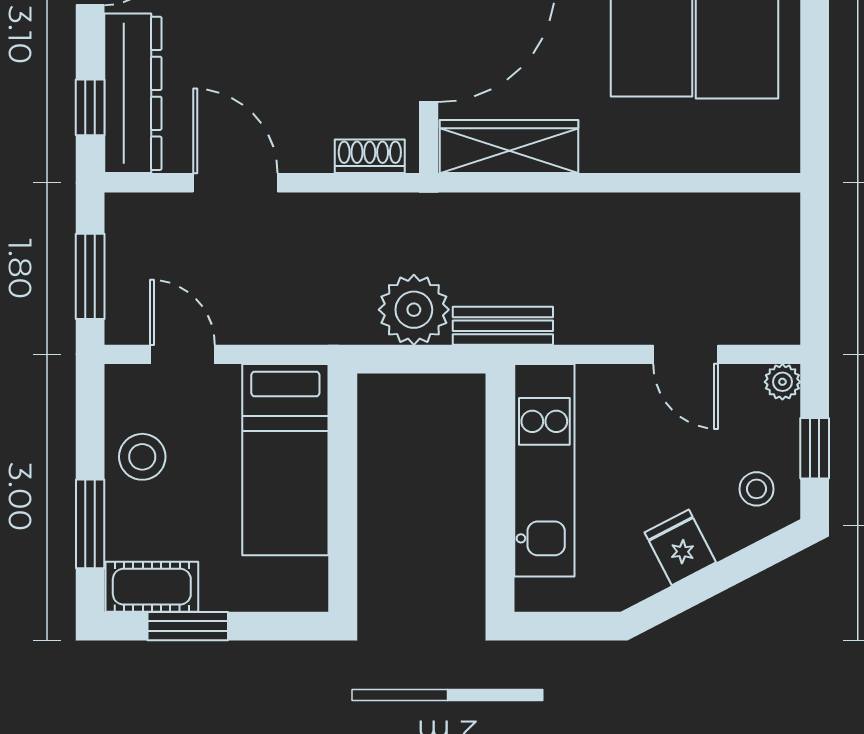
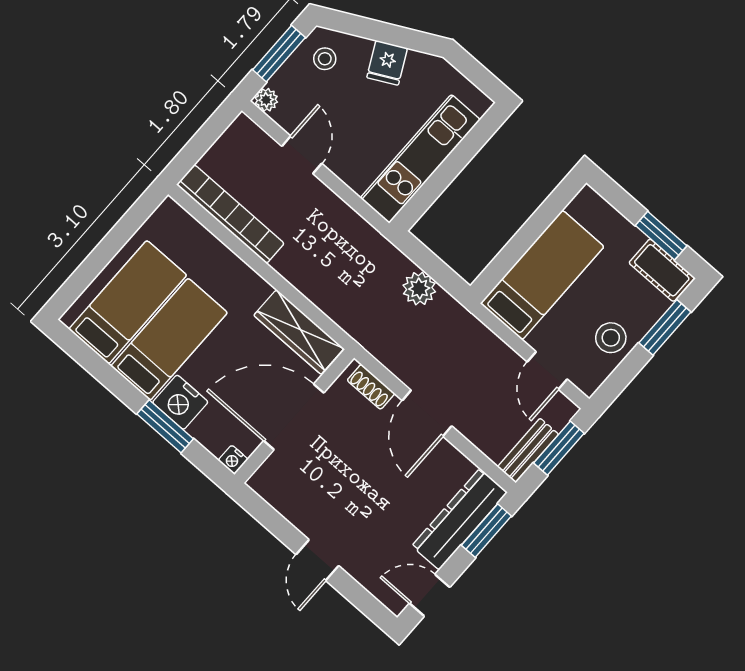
window: (90, 107) -> (486, 531), width x1.50
door: (235, 183) -> (427, 413), moved
bookcase: (708, 213) -> (230, 214), added
plant: (414, 310) -> (419, 289), width x0.73, depth x0.73
bench: (503, 326) -> (528, 450), moved, turned 90
window: (815, 448) -> (279, 54), width x1.50

